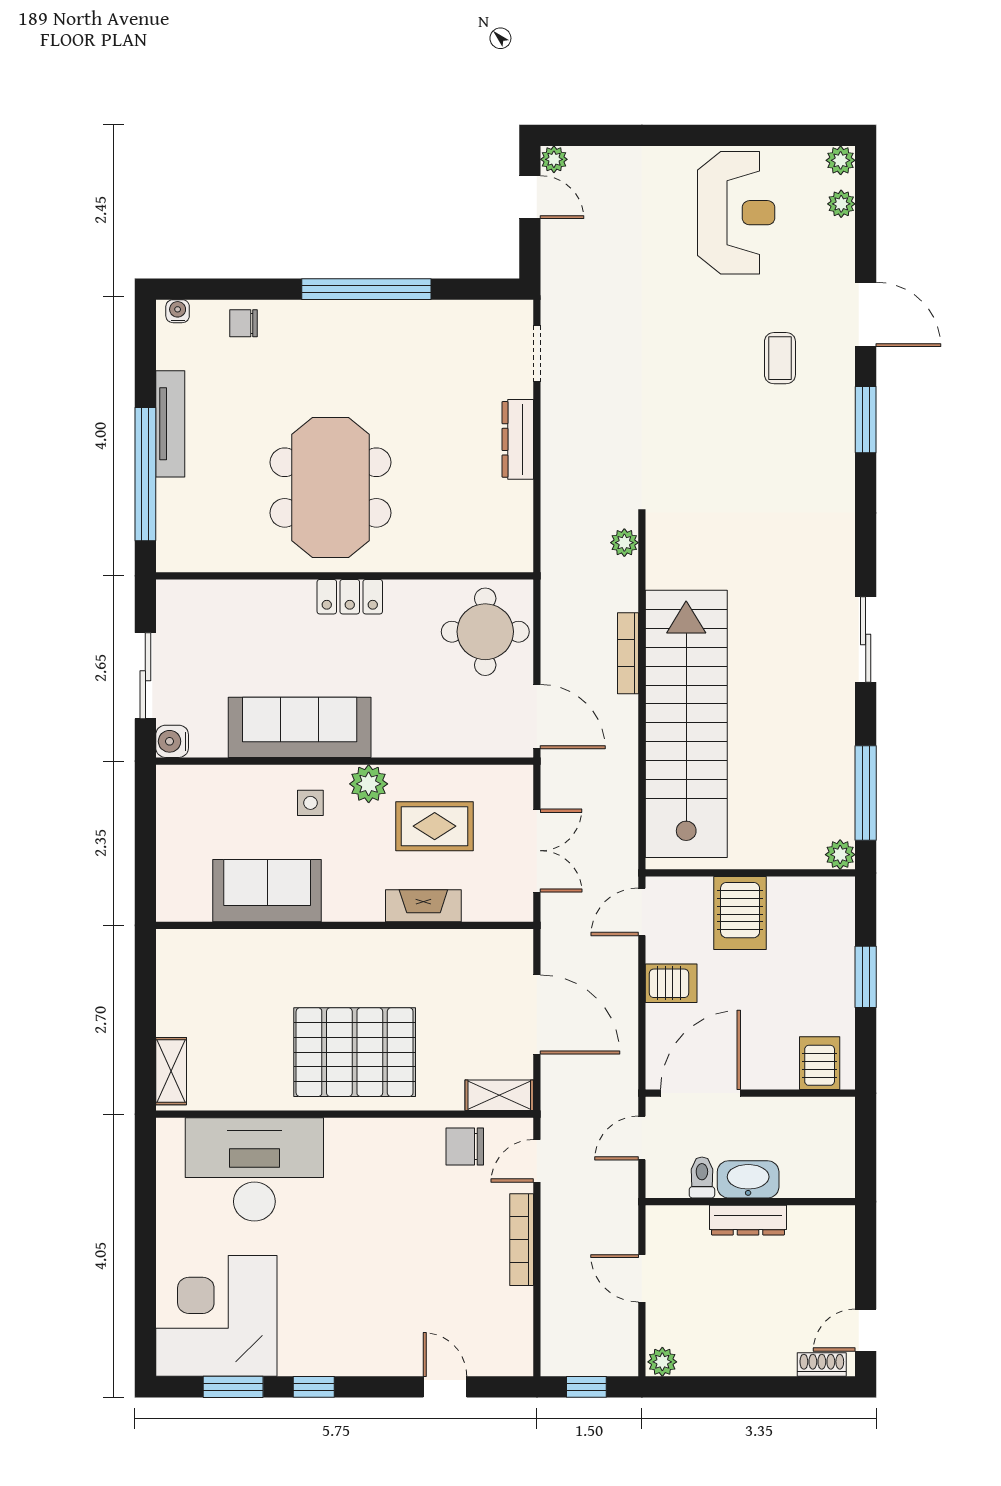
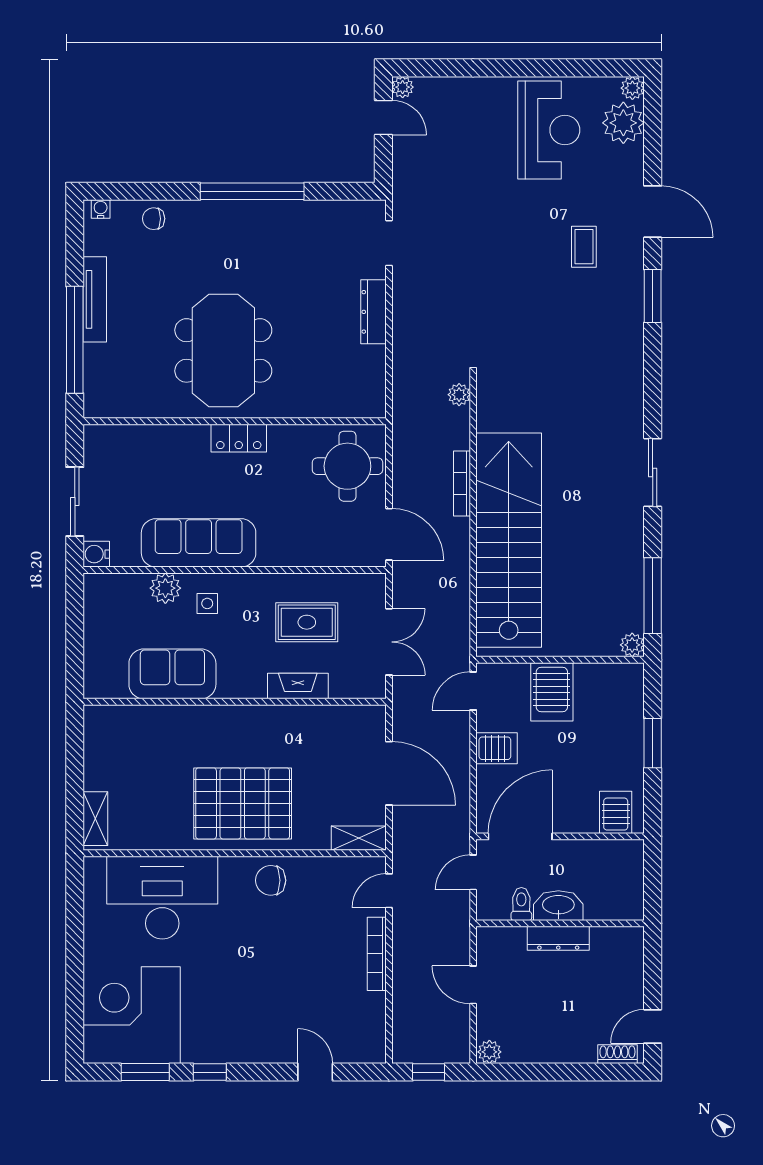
plant: (841, 204) -> (623, 123), width x1.88, depth x1.88
plant: (369, 784) -> (165, 588), moved
chair: (465, 1147) -> (271, 880), moved

